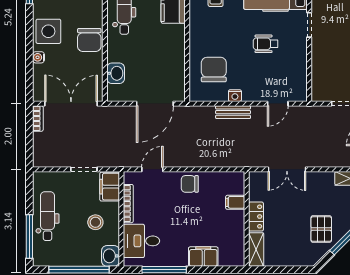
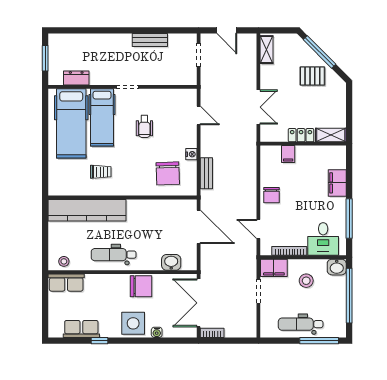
chair: (214, 70) -> (168, 173), turned -92
bench: (233, 112) -> (206, 173), moved

